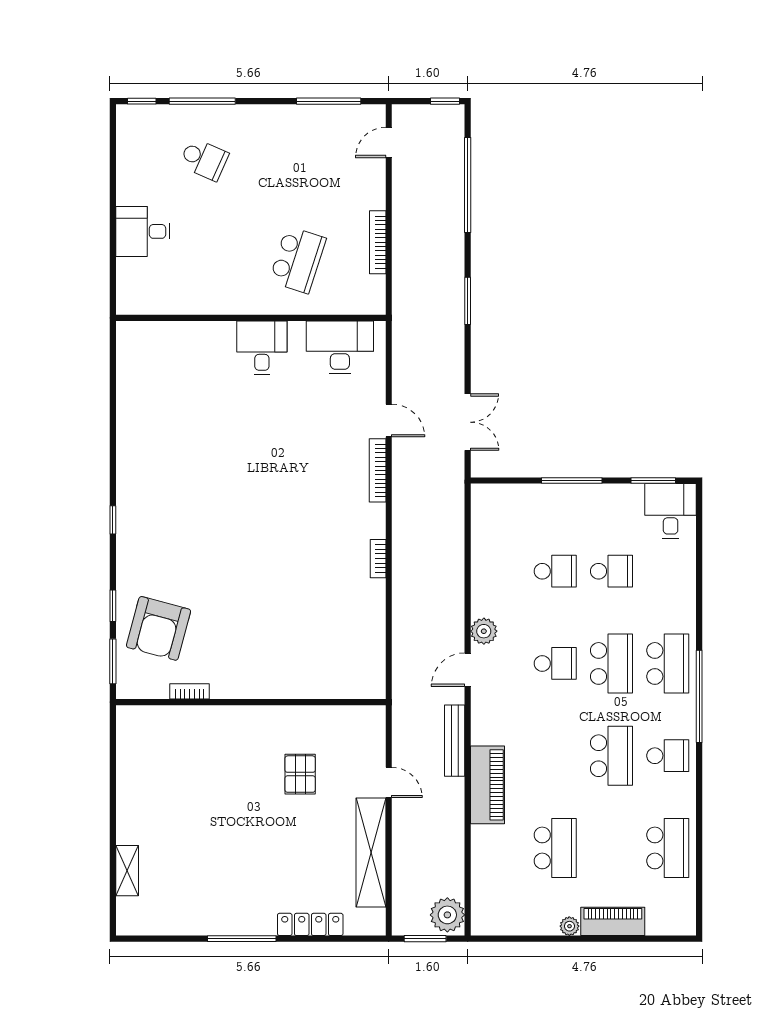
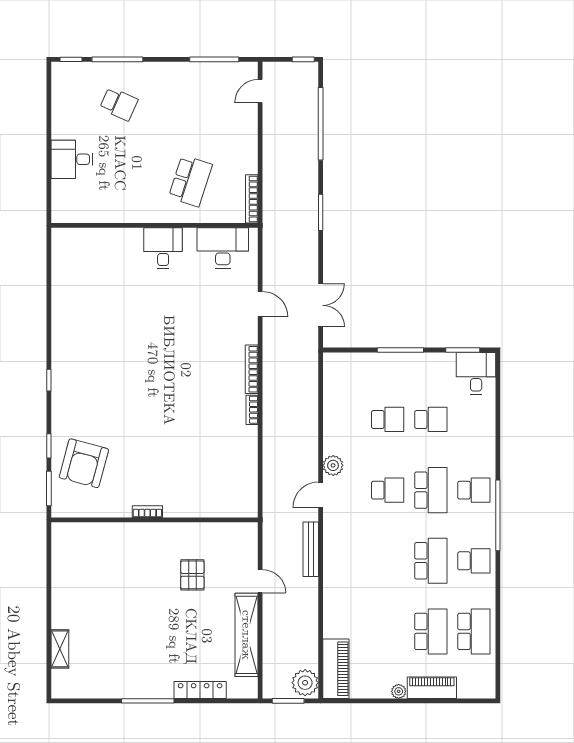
bookcase: (378, 242) -> (252, 199), moved
bookcase: (378, 470) -> (252, 369), moved
school desk: (668, 663) -> (474, 490), width x0.54
bookcase: (190, 691) -> (147, 512), moved
piano: (488, 785) -> (336, 669), moved
school desk: (555, 848) -> (431, 631), moved

